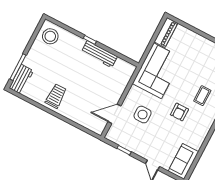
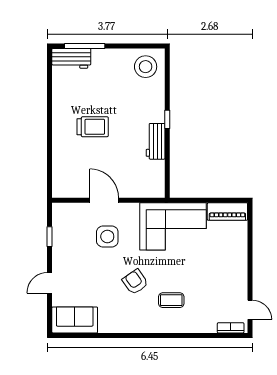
workbench: (99, 54) -> (156, 141), width x0.73
trolley: (56, 96) -> (93, 127), moved
armchair: (179, 112) -> (135, 282), turned 55
door: (114, 114) -> (104, 200), moved

